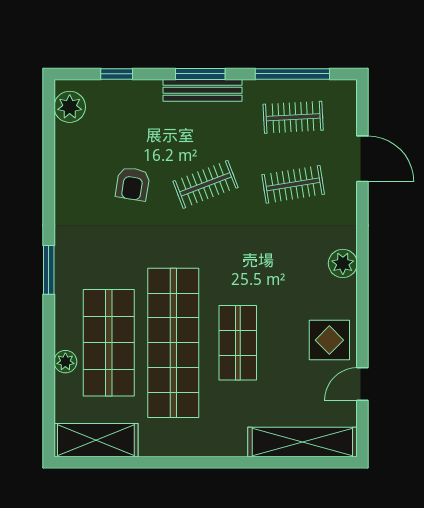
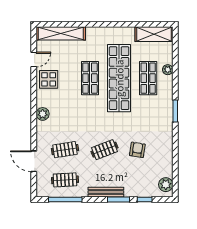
window: (200, 74) -> (118, 199), moved
shop shelf: (109, 343) -> (148, 78), width x0.70, depth x0.74

